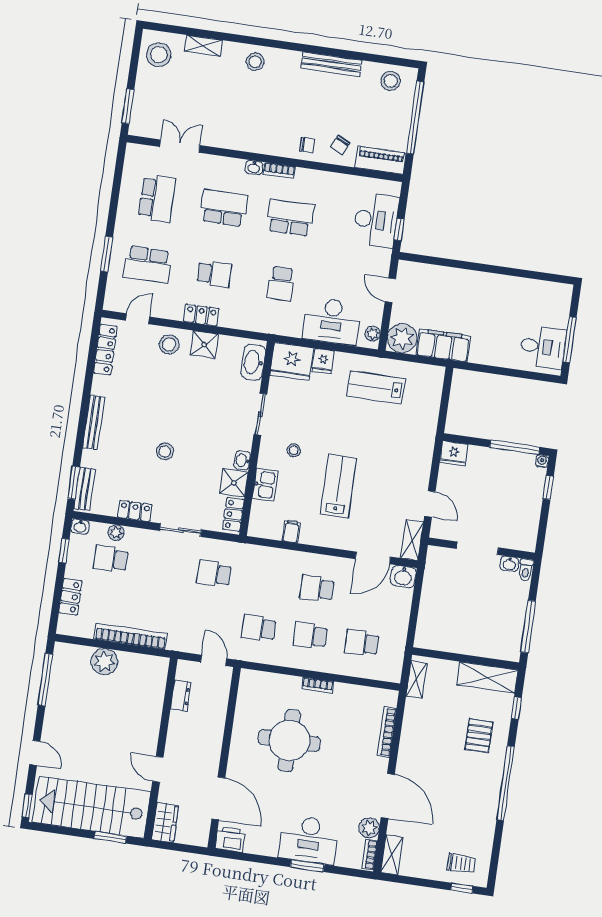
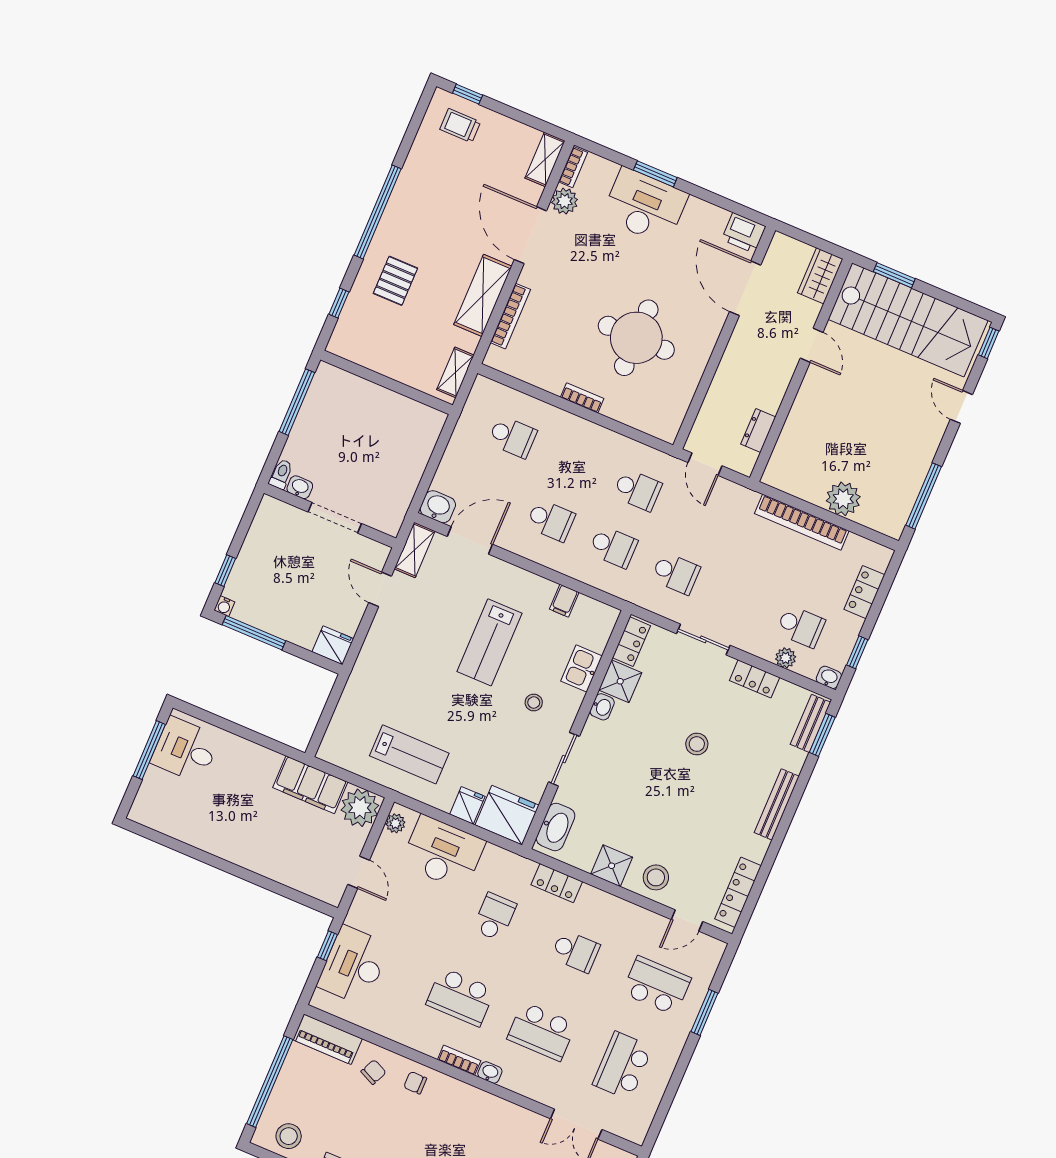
school desk: (214, 274) -> (576, 951), turned 180
locker: (201, 315) -> (557, 883), moved
school desk: (310, 636) -> (613, 547), moved
shelving: (487, 677) -> (483, 295), moved, turned 90

